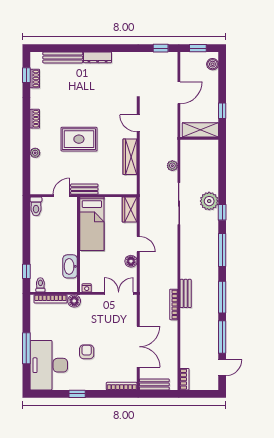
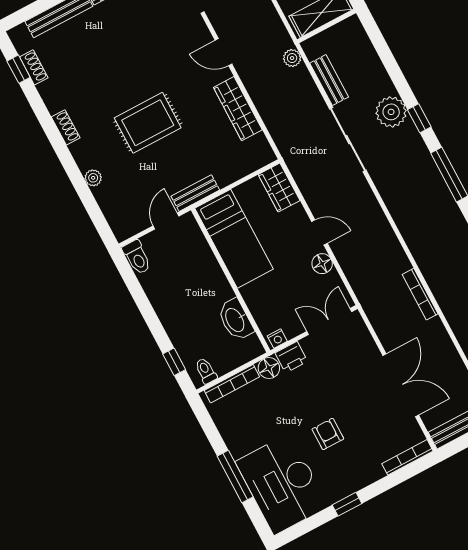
plant: (172, 166) -> (292, 58), moved
bench: (186, 293) -> (329, 80), moved
printer: (89, 302) -> (291, 357), added

